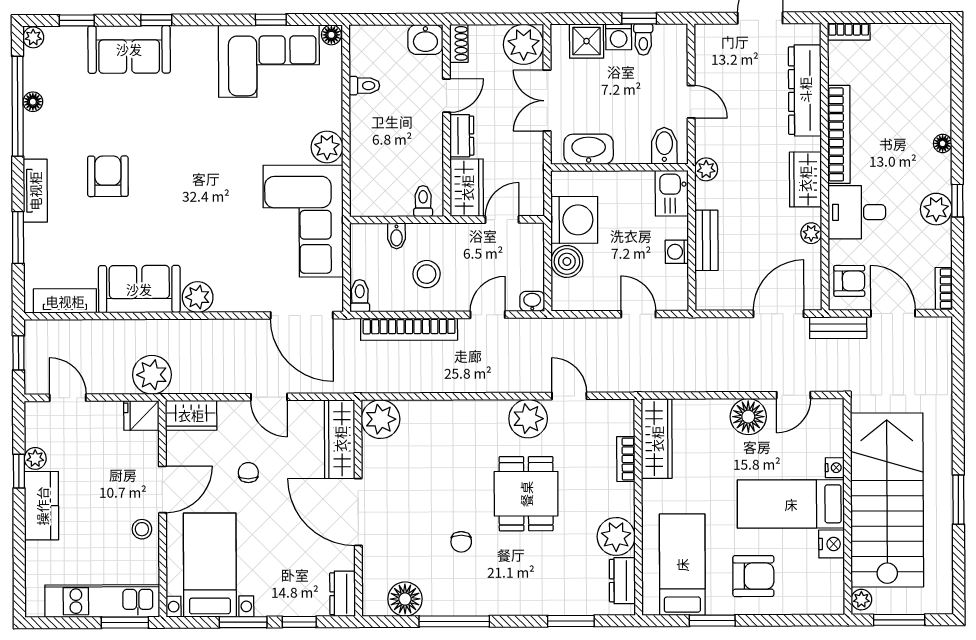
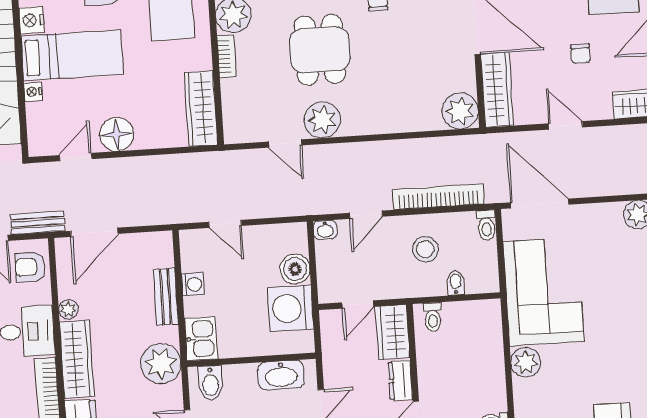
plant: (706, 169) -> (161, 364), width x1.87, depth x1.87
wardrobe: (805, 179) -> (77, 359), width x1.50
bookcase: (626, 459) -> (227, 56), moved

